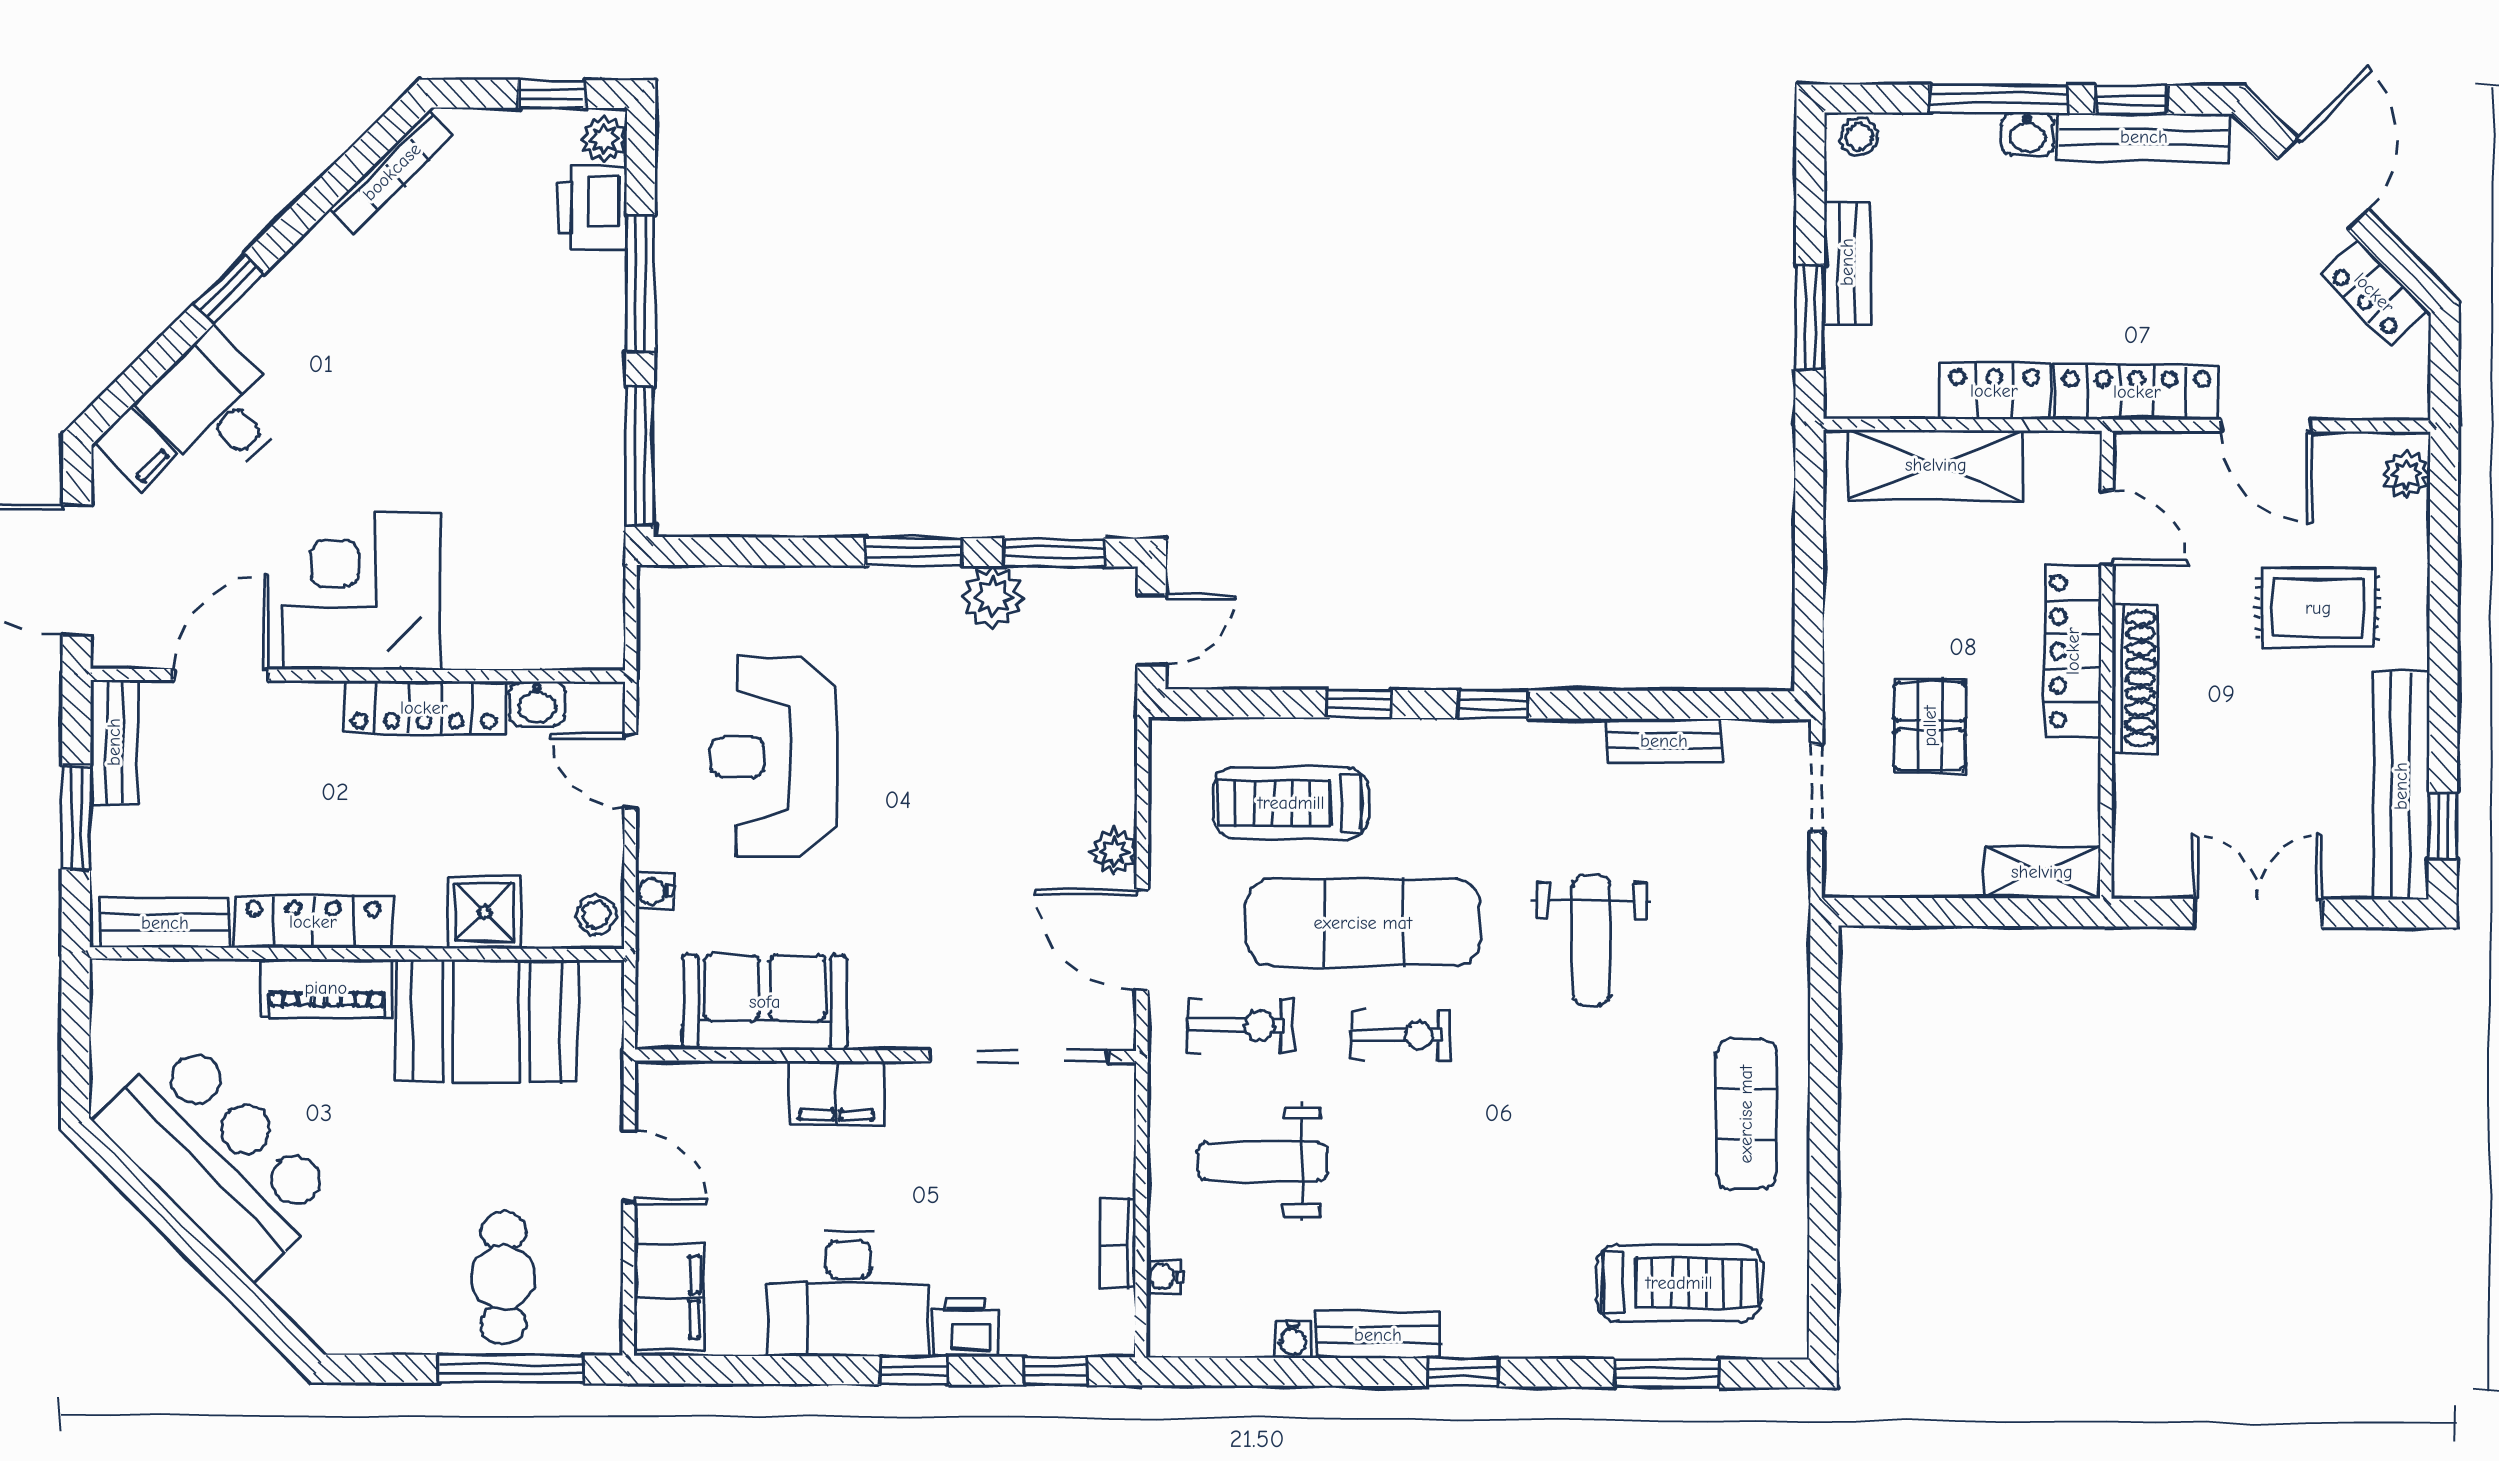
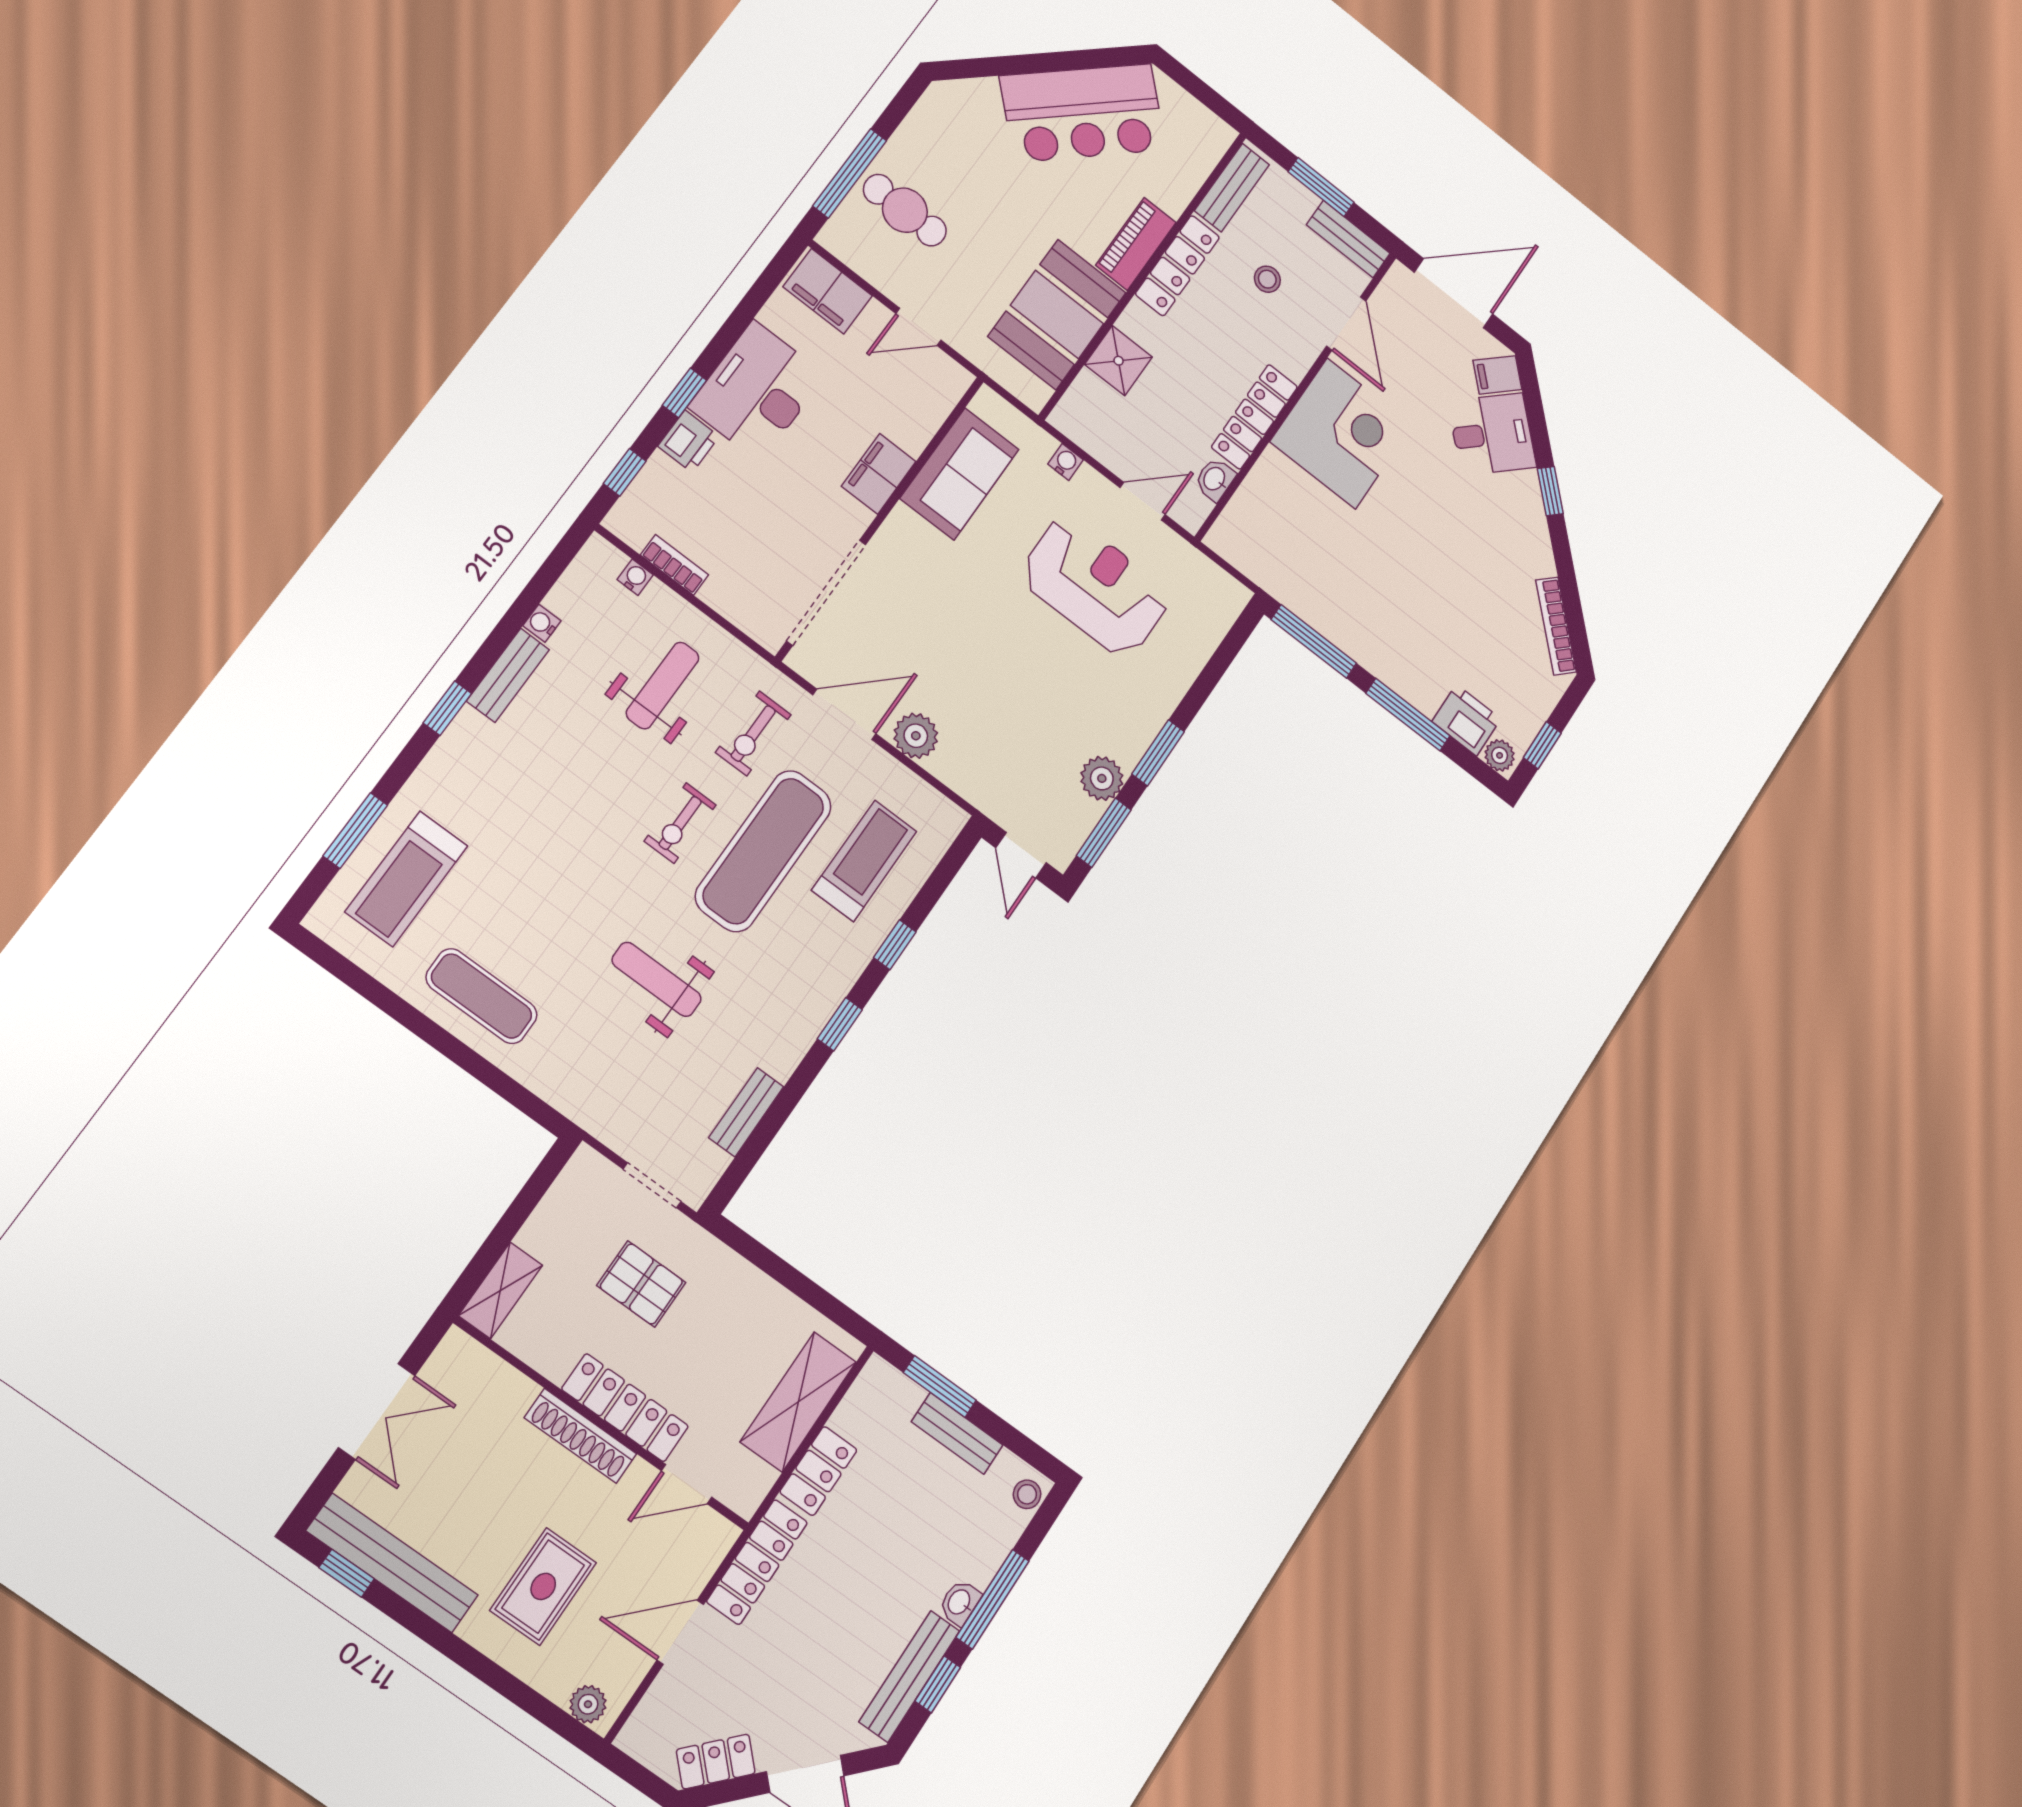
plant: (1114, 852) -> (916, 736), width x1.38, depth x1.38
stool: (596, 915) -> (1267, 279), moved

